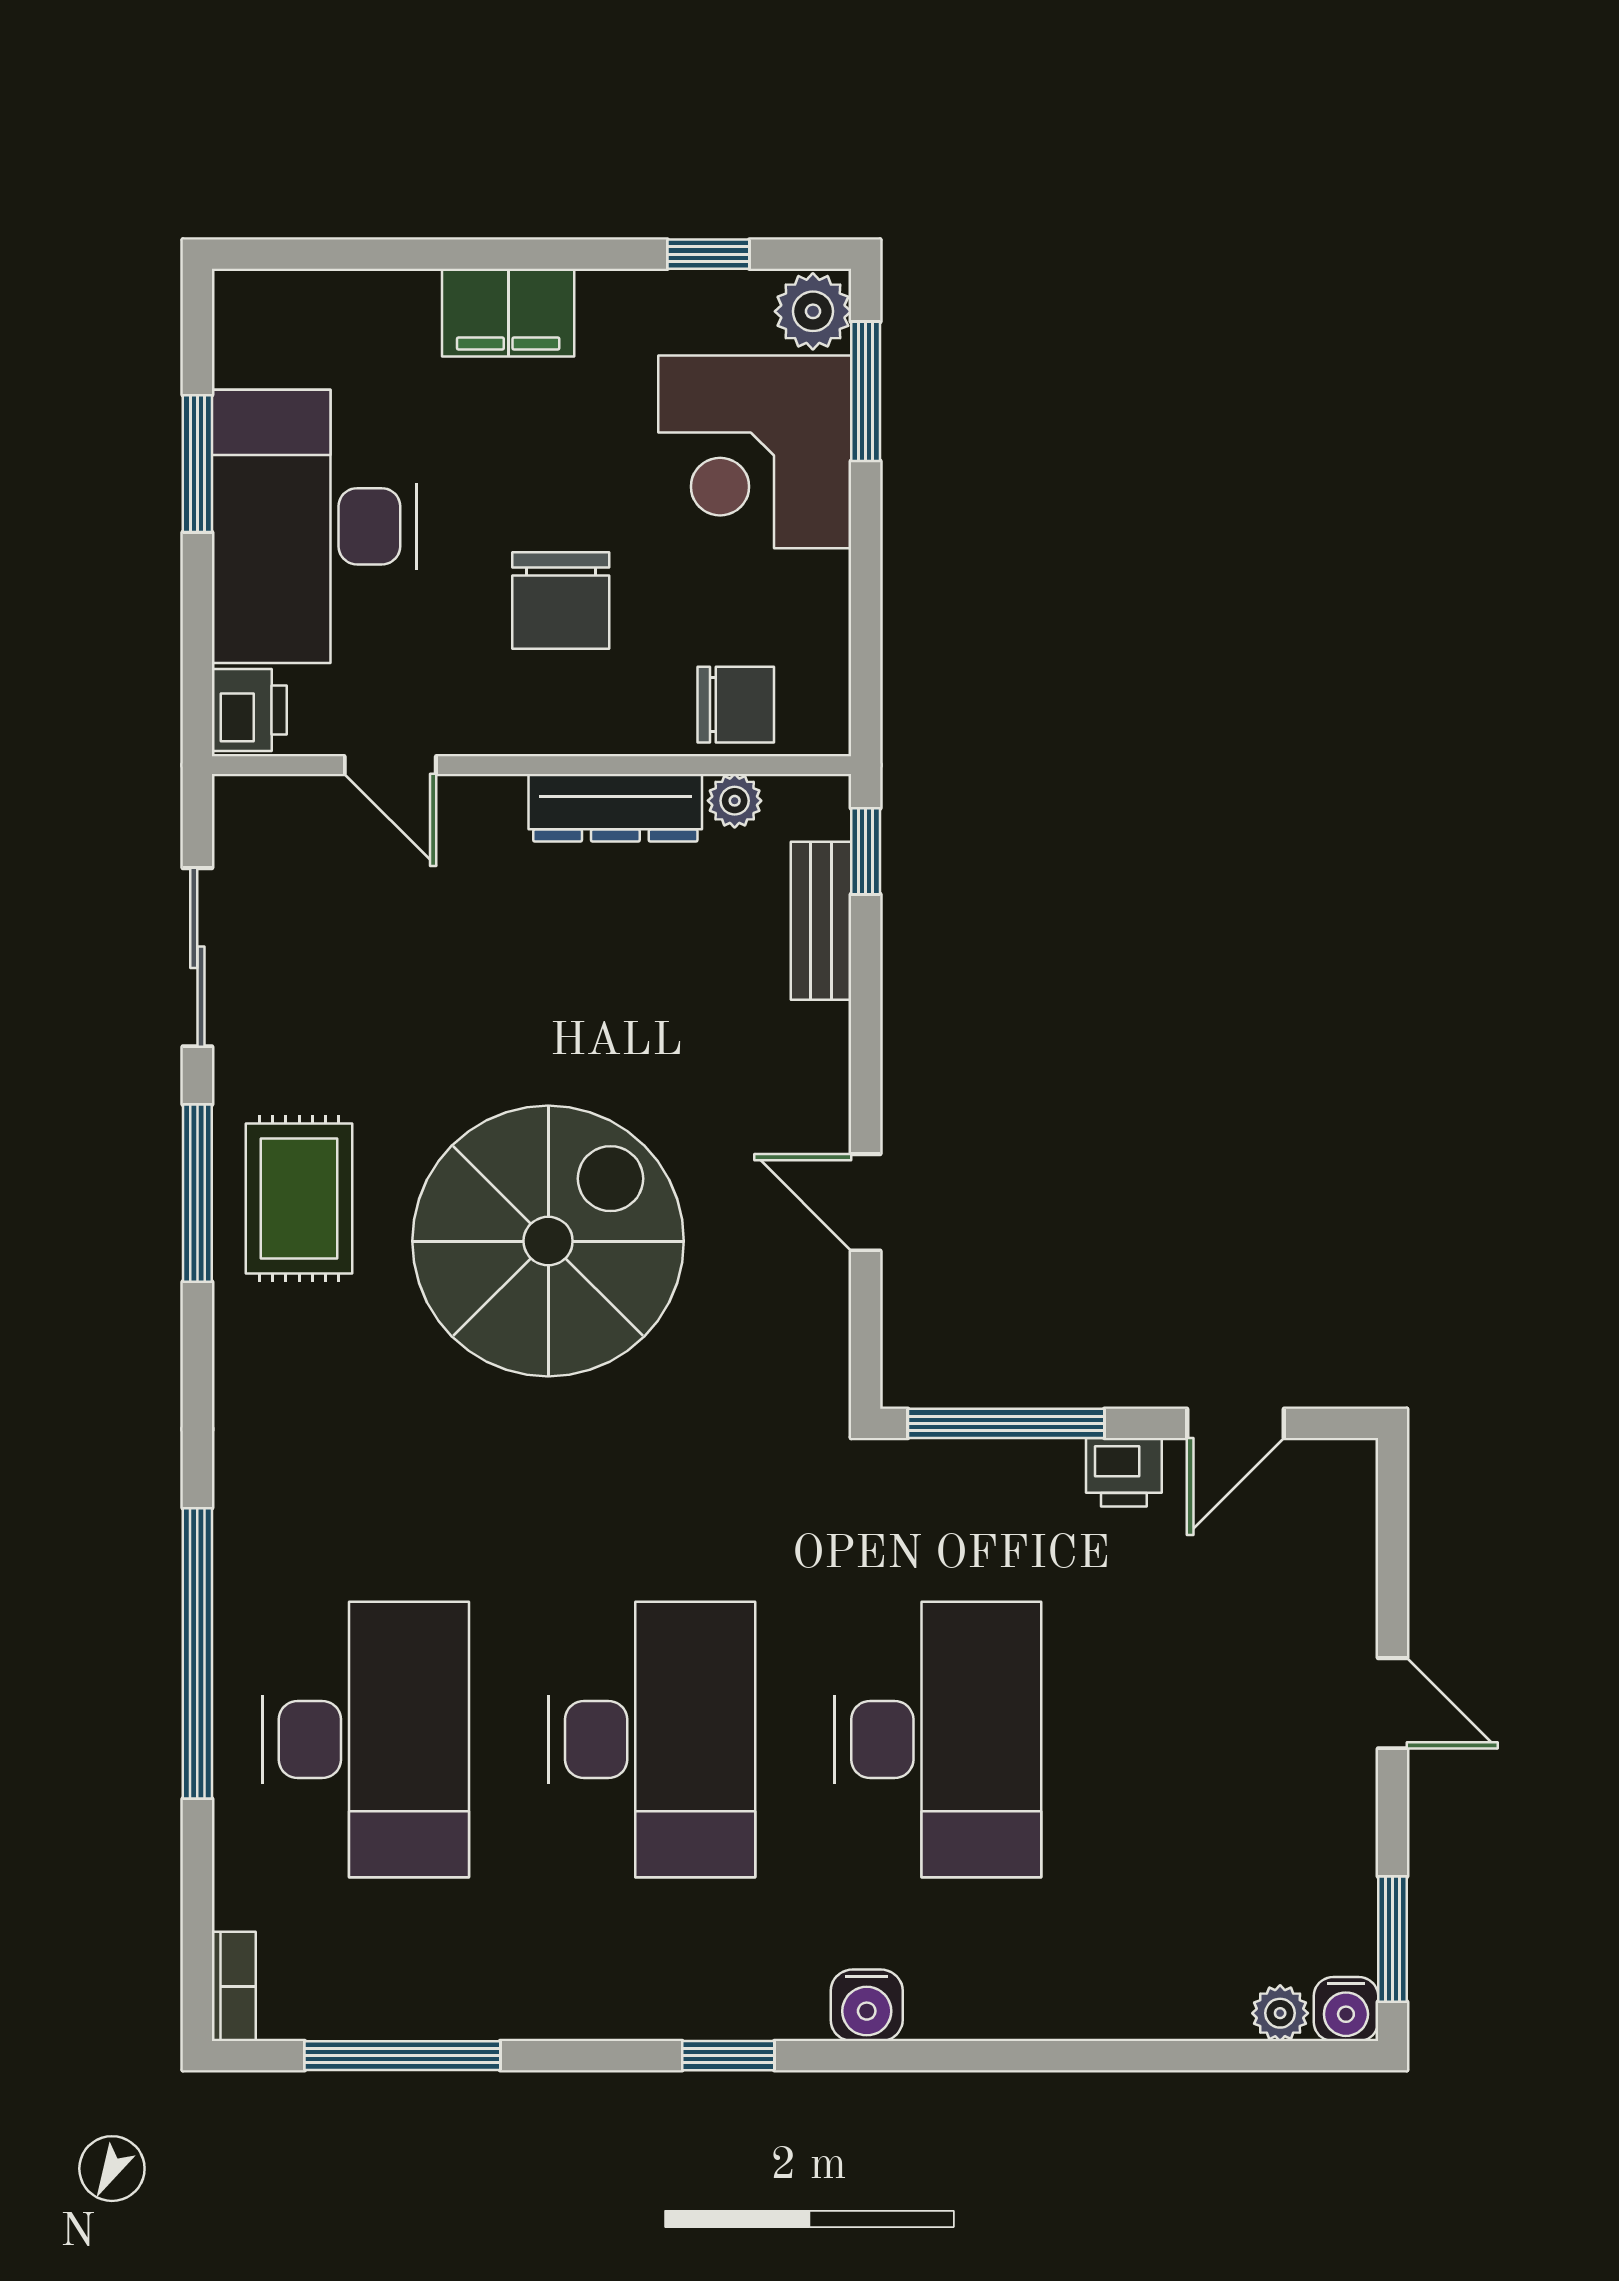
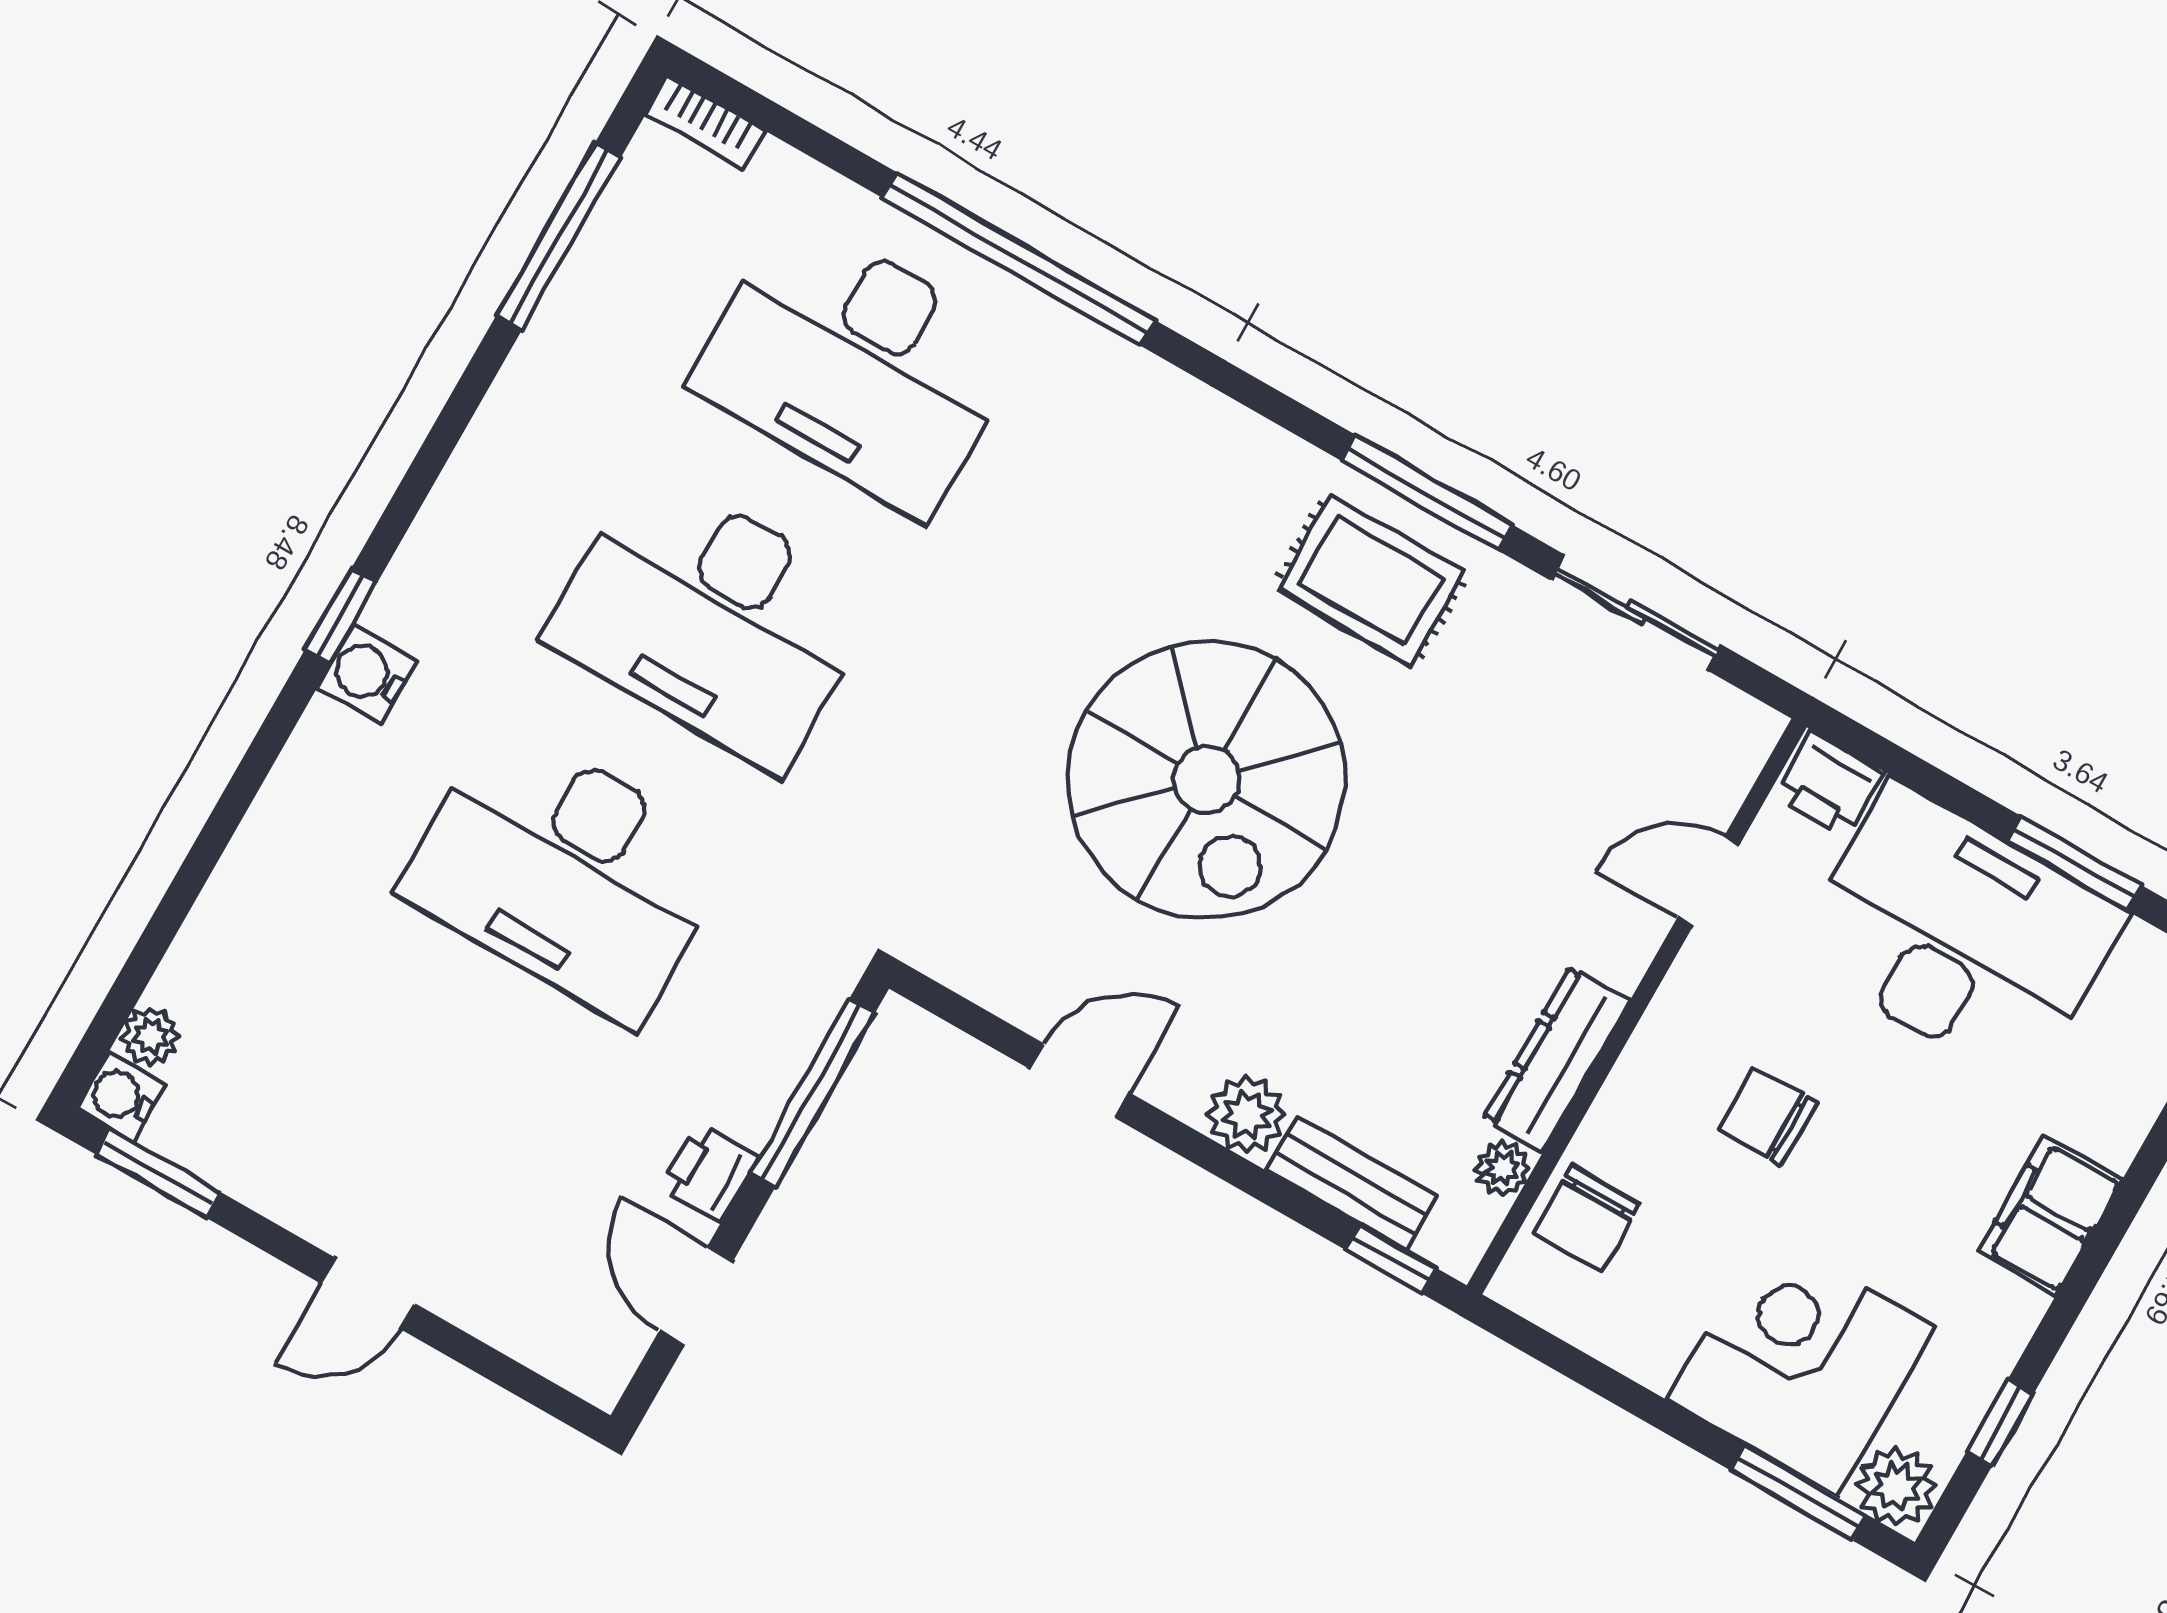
chair: (561, 600) -> (1768, 1116), width x0.73, depth x0.73
plant: (813, 1044) -> (1247, 1114), added
window: (728, 2056) -> (341, 617), moved

